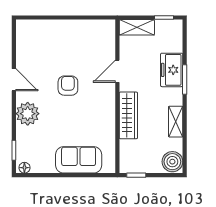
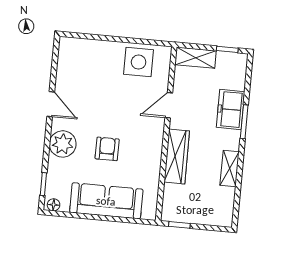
side table: (87, 36) -> (139, 62), added
armchair: (68, 86) -> (107, 149), moved
sofa: (79, 160) -> (106, 201), width x1.36
boiler: (172, 162) -> (222, 214), removed

